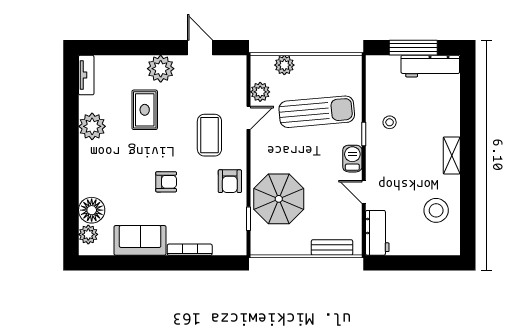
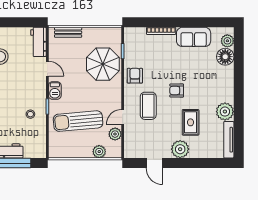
tv unit: (86, 75) -> (229, 140), width x1.41
armchair: (166, 182) -> (177, 90), moved

